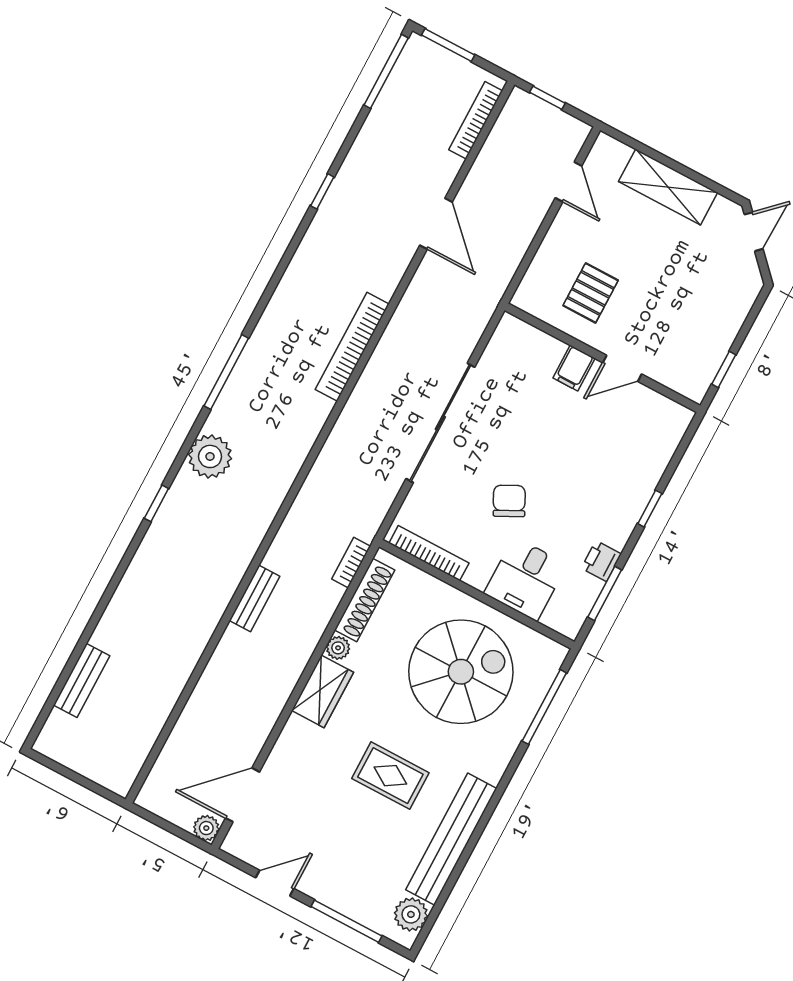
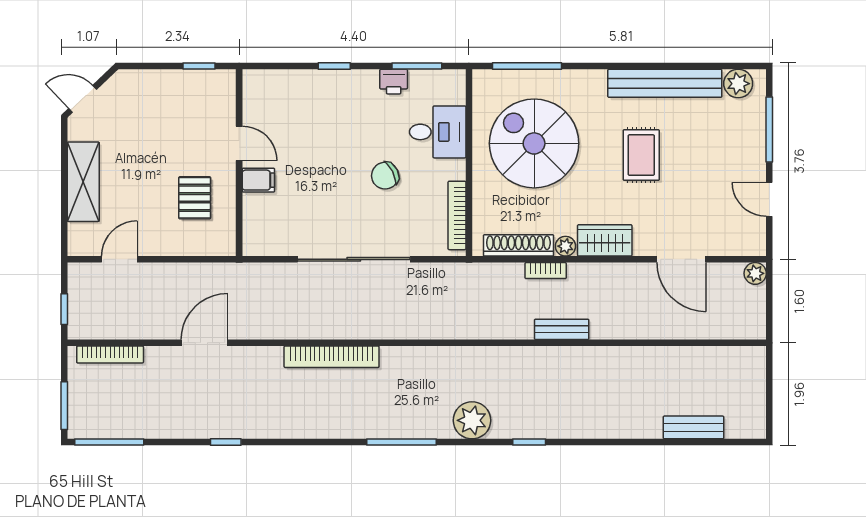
pallet: (591, 293) -> (195, 198), turned 90
bookcase: (351, 563) -> (546, 271), moved
door: (243, 795) -> (681, 259), moved

